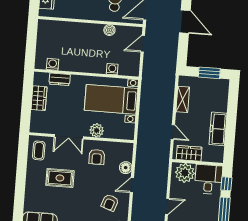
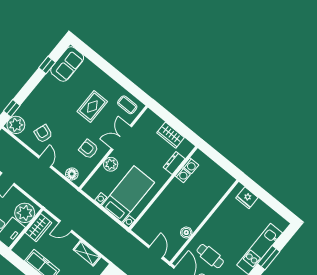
washing machine: (112, 69) -> (183, 175), moved
floor lamp: (126, 168) -> (72, 174), moved

